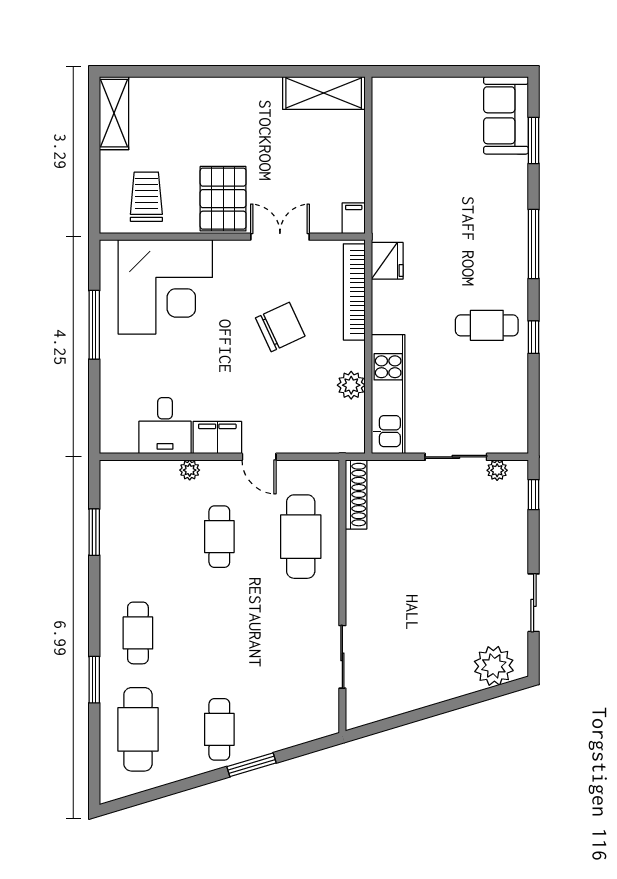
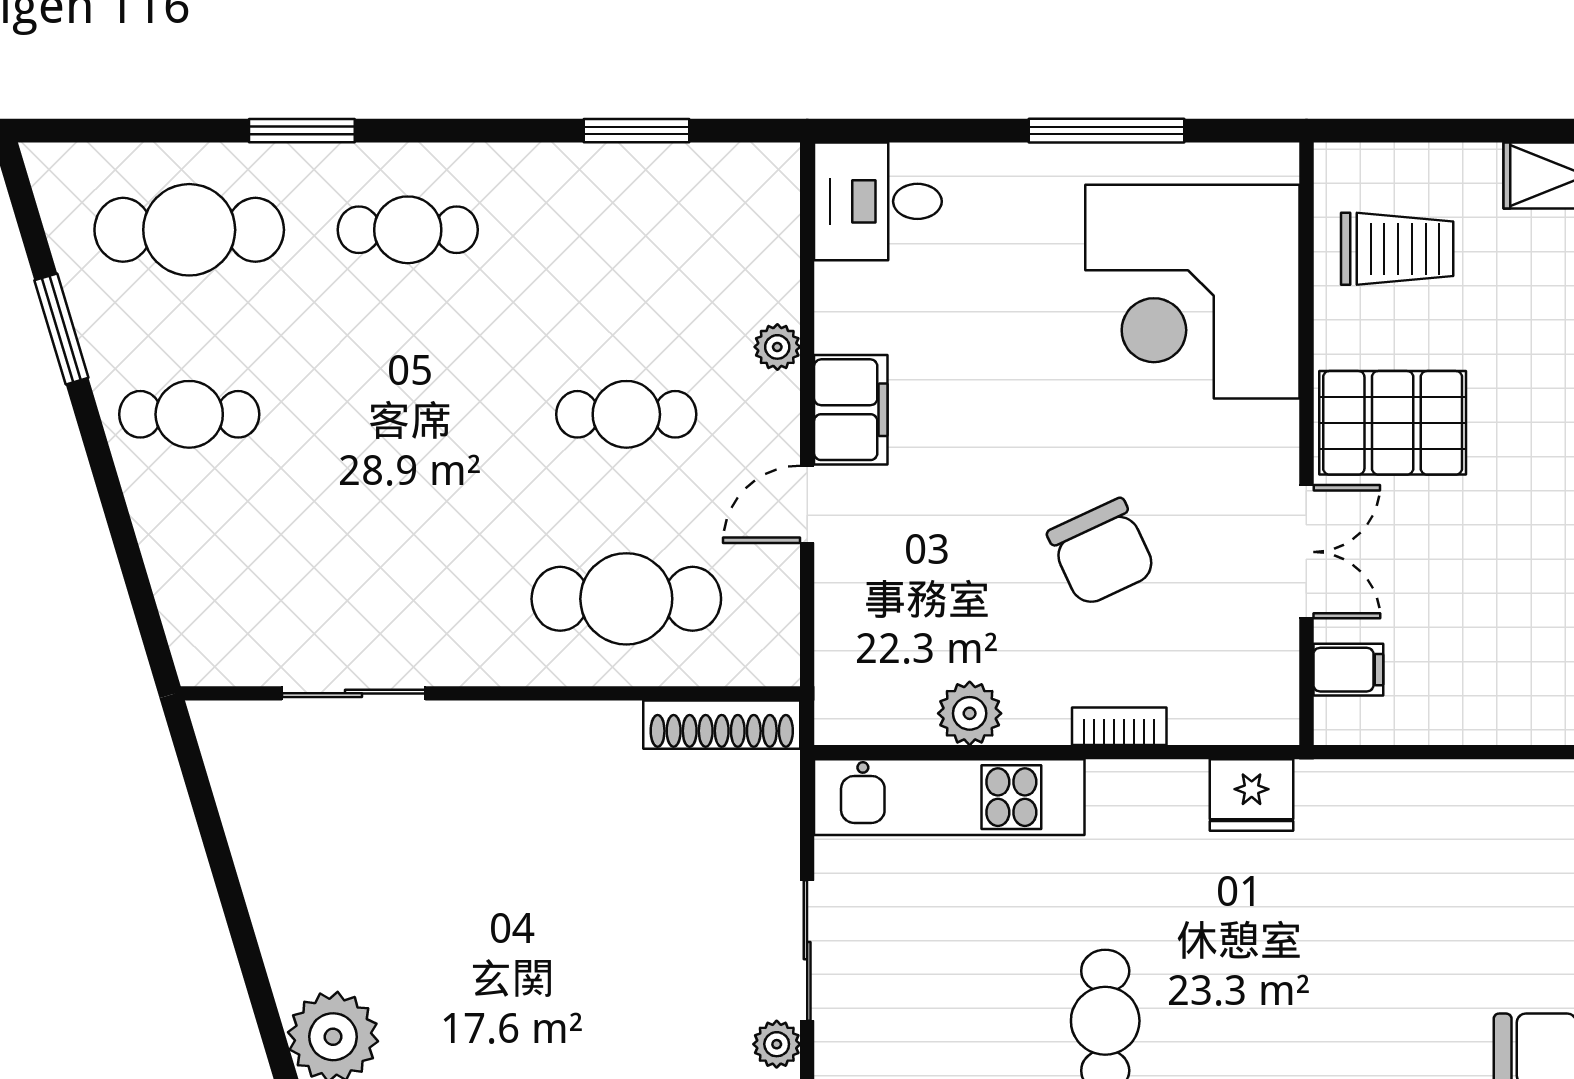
filing cabinet: (354, 218) -> (1348, 670), moved
bookcase: (354, 292) -> (1119, 726), width x0.43, depth x0.76
desk: (165, 426) -> (878, 201), moved
window: (251, 765) -> (61, 329), moved

